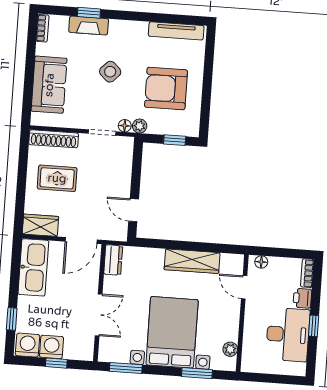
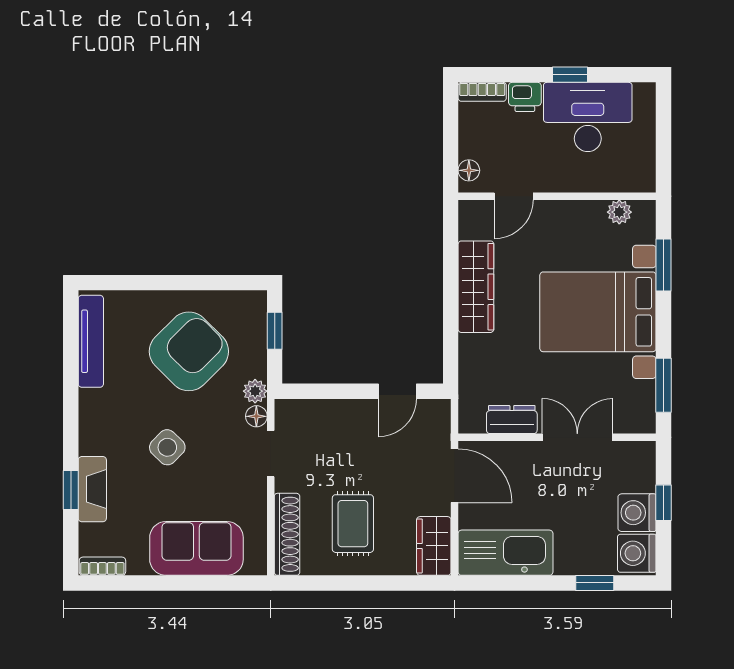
armchair: (166, 89) -> (189, 351), turned -135
dresser: (113, 260) -> (512, 420), moved

